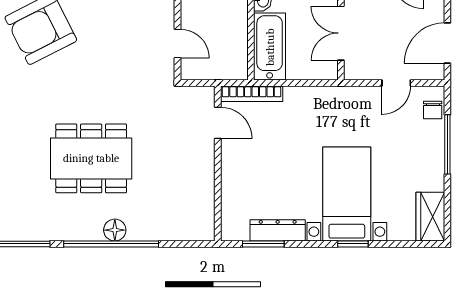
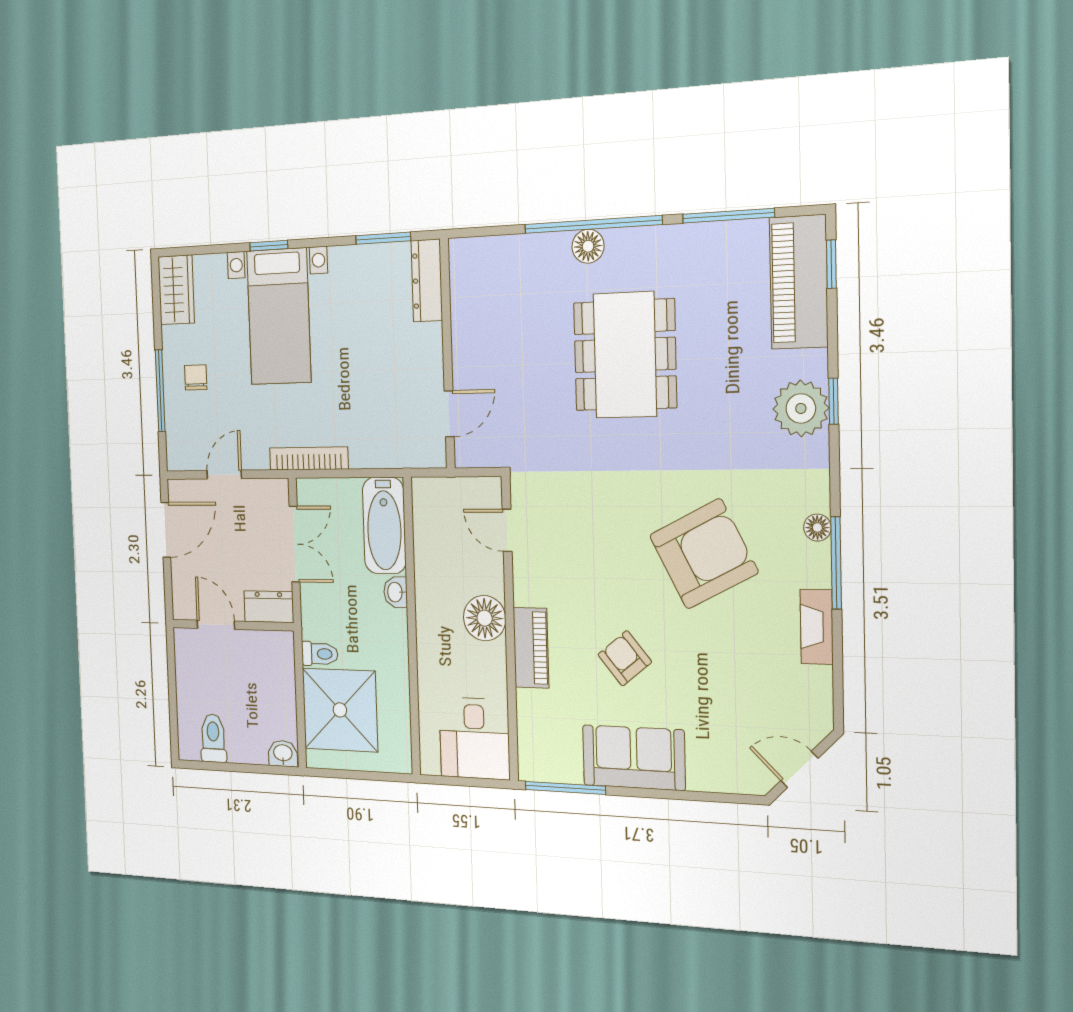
bookcase: (252, 94) -> (309, 458), moved
chair: (433, 110) -> (196, 377), moved
door: (218, 123) -> (449, 414), swing flipped
dining table: (91, 158) -> (625, 355), turned 90
dresser: (278, 230) -> (427, 281), moved, turned 90

